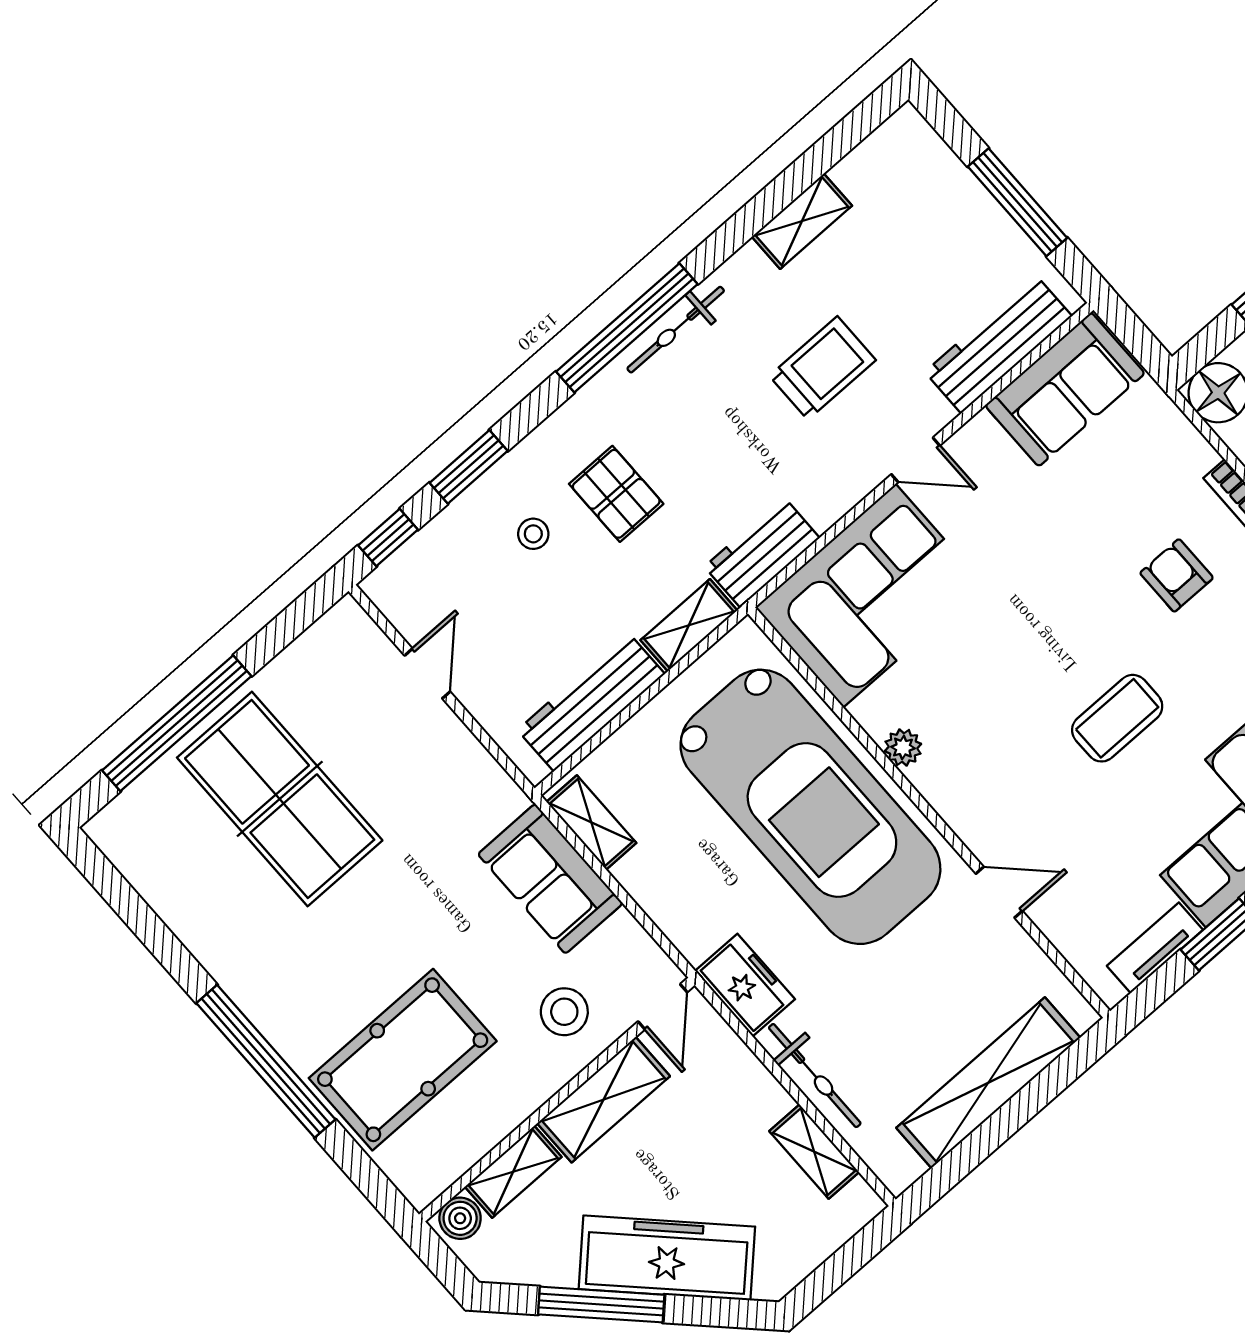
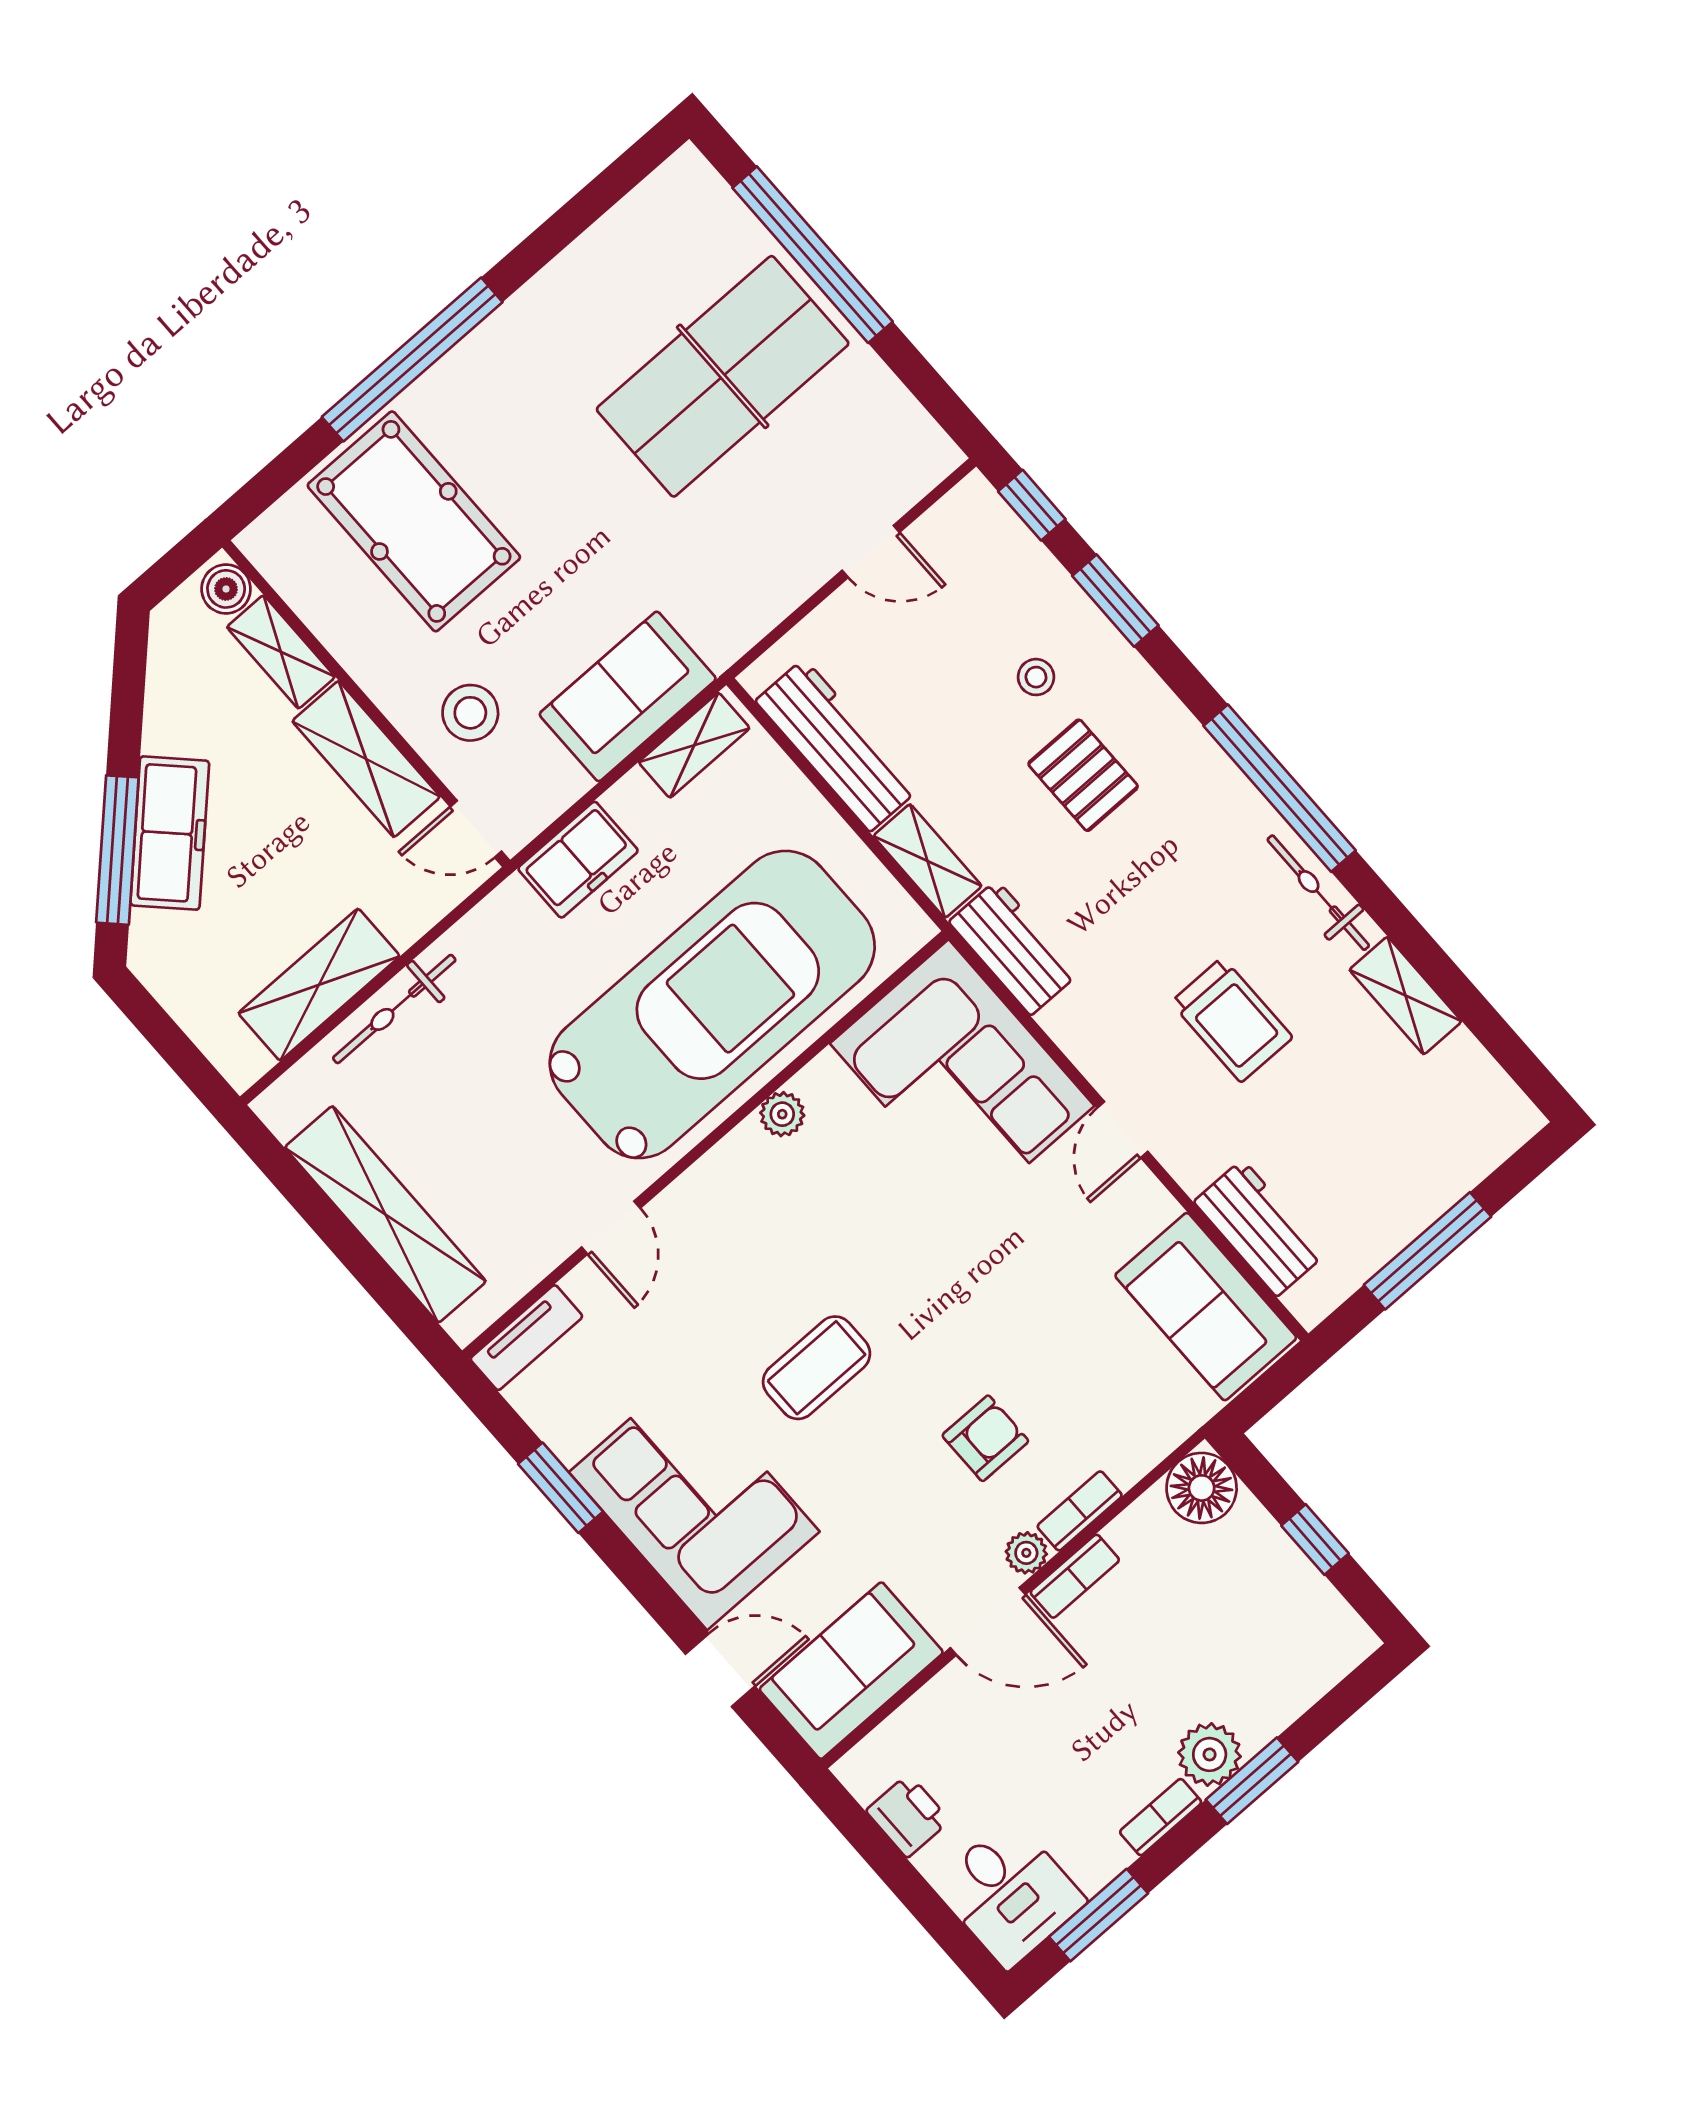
bicycle: (676, 330) -> (1318, 893), moved
workbench: (998, 344) -> (1260, 1228), width x0.73
pallet: (616, 494) -> (1083, 775), turned 90
coffee table: (1117, 718) -> (817, 1368), turned 90
car: (810, 807) -> (712, 1005), turned 180
tv unit: (1155, 948) -> (526, 1338), moved, turned 90
freezer: (745, 985) -> (578, 860), moved
shelving: (814, 1152) -> (319, 985), width x1.50, depth x1.33
freezer: (667, 1258) -> (170, 833), width x0.73, depth x0.79
window: (601, 1305) -> (117, 850), moved

